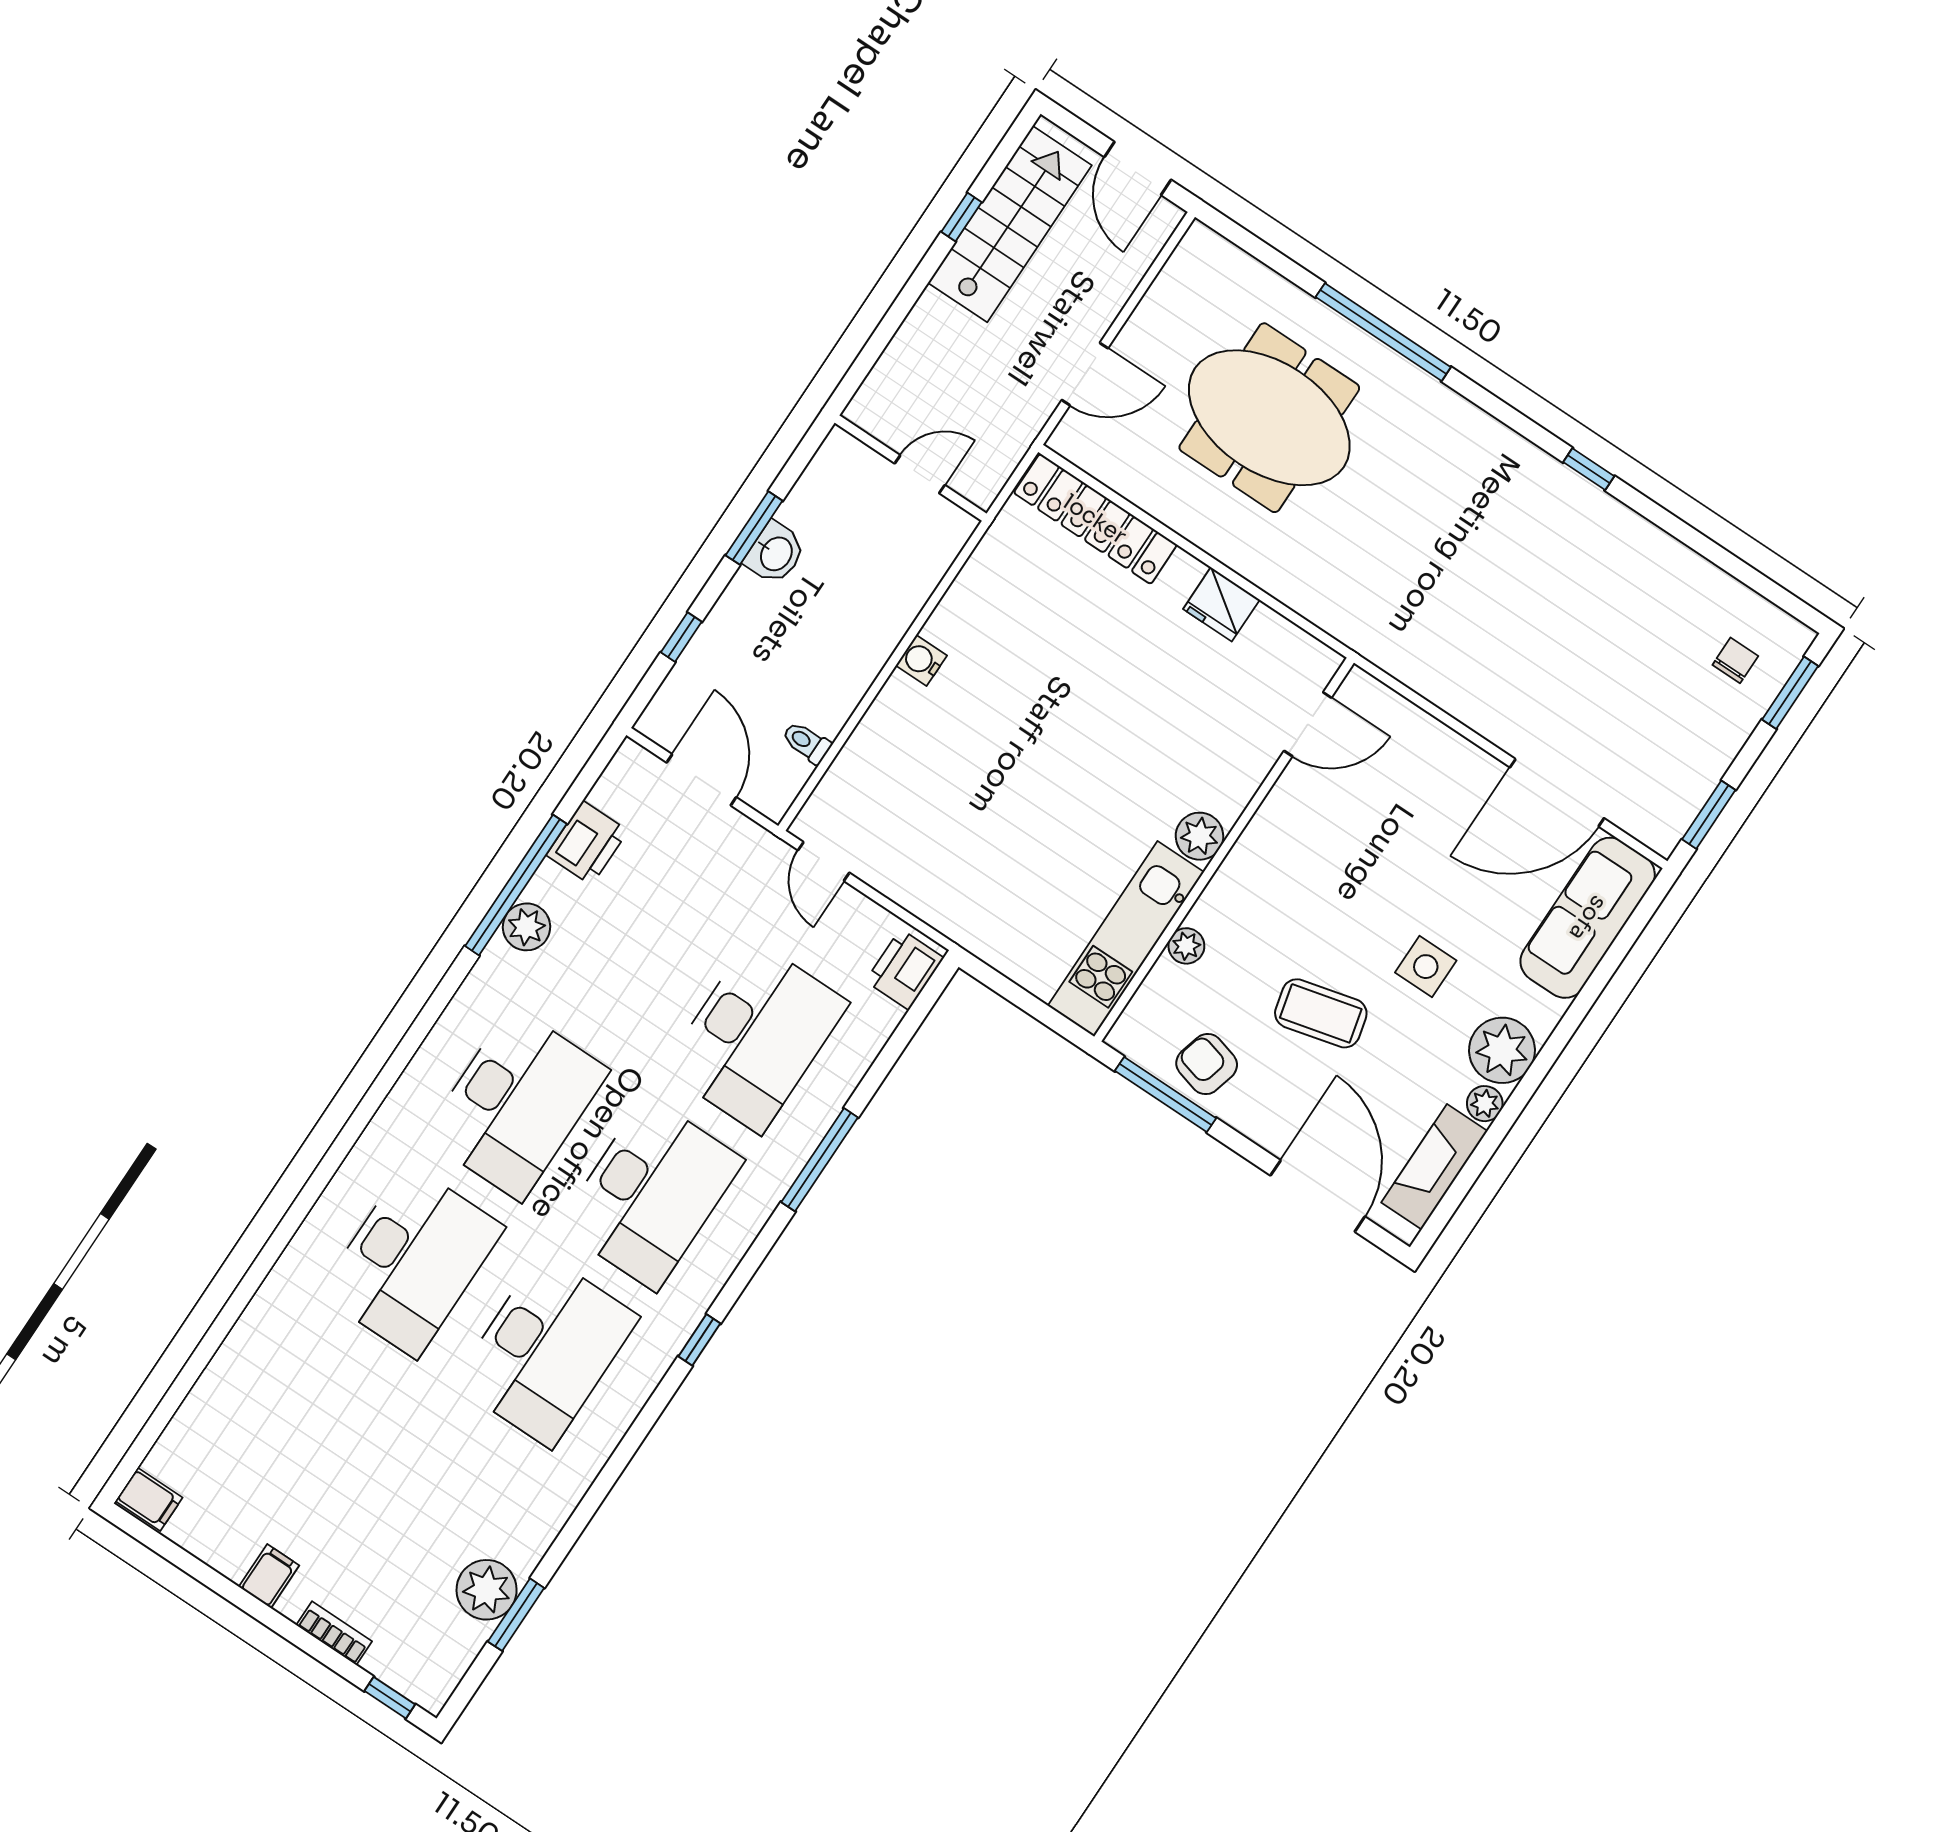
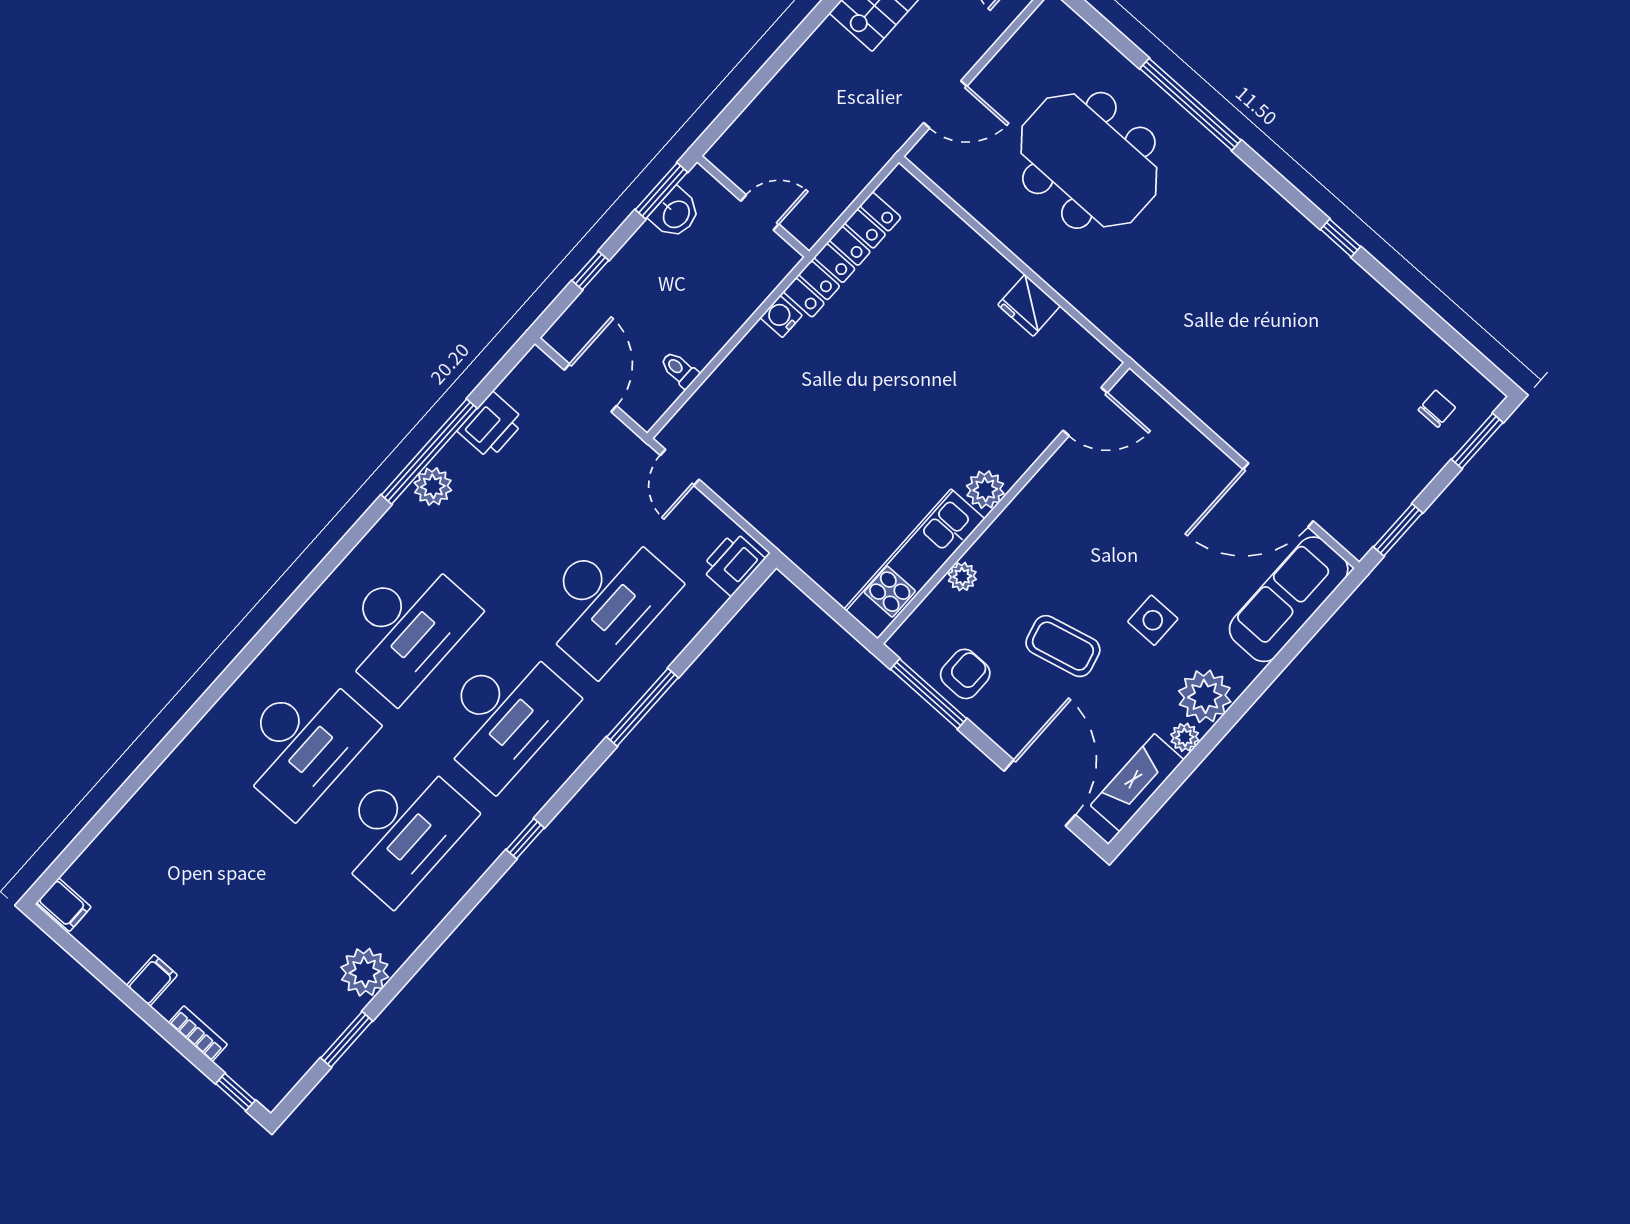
wall: (911, 468) -> (753, 207), moved
door: (920, 474) -> (760, 212), moved
locker: (1095, 519) -> (842, 255), moved, turned -90
armchair: (1207, 1064) -> (965, 674), turned 75
plant: (487, 1590) -> (365, 972), moved

